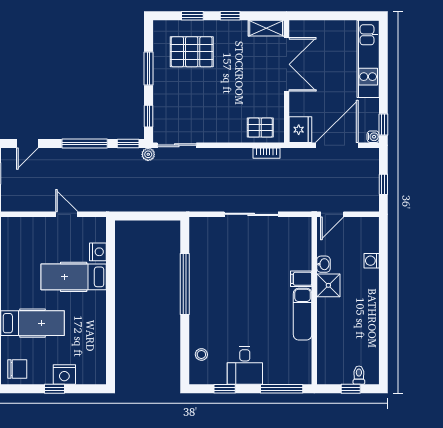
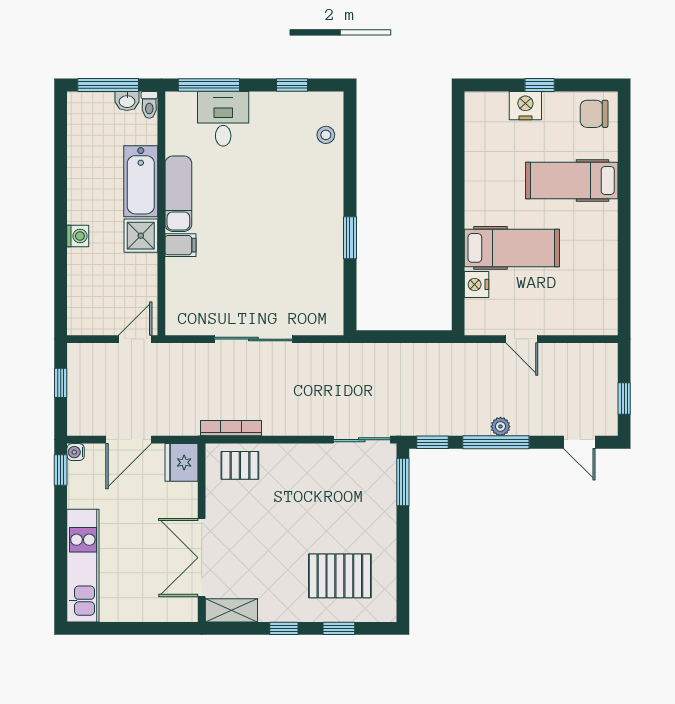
window: (148, 69) -> (403, 551), removed
window: (148, 116) -> (403, 482), width x1.50
door: (27, 144) -> (579, 442), swing flipped
door: (337, 145) -> (129, 440), width x0.73
bookcase: (266, 153) -> (231, 428), width x1.56
plant: (148, 154) -> (500, 426), moved
washing machine: (372, 261) -> (78, 236), moved
washbasin: (323, 264) -> (127, 101), moved, turned -90
window: (185, 284) -> (350, 238), width x0.47
bathtub: (328, 323) -> (141, 181), added
desk: (245, 366) -> (223, 119), moved
toilet: (359, 375) -> (149, 105), moved
window: (351, 389) -> (108, 85), width x2.17

